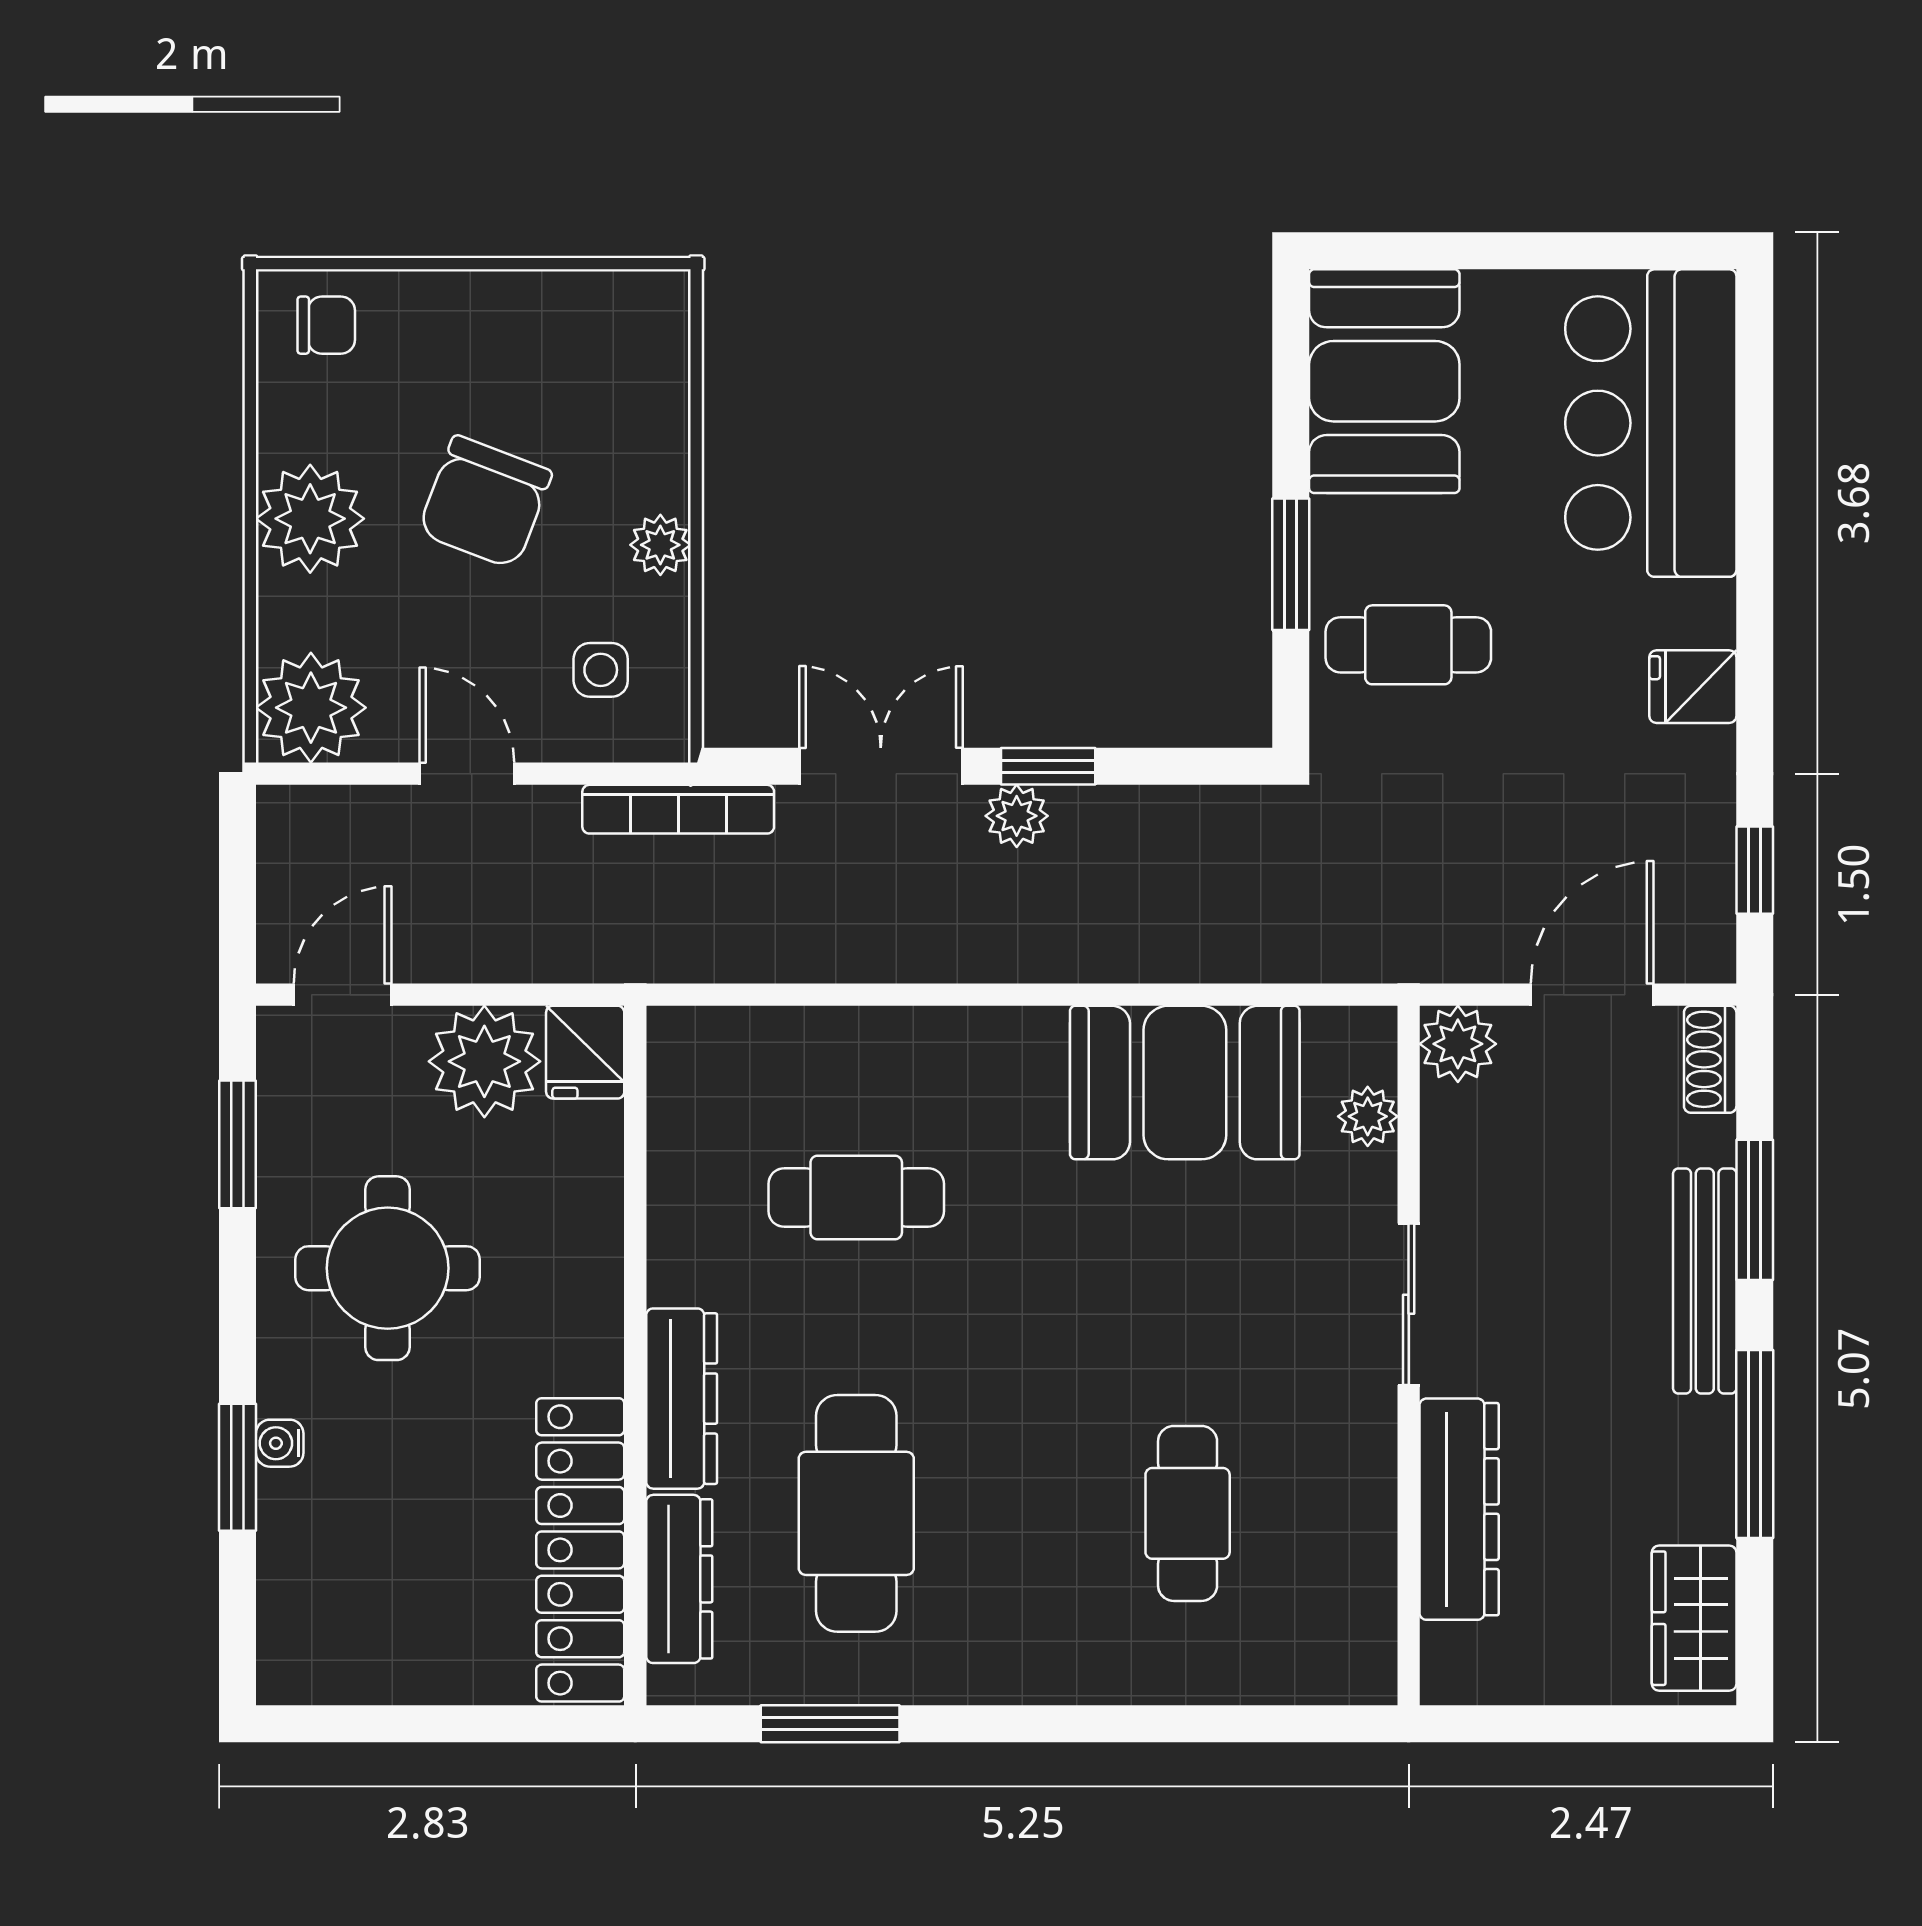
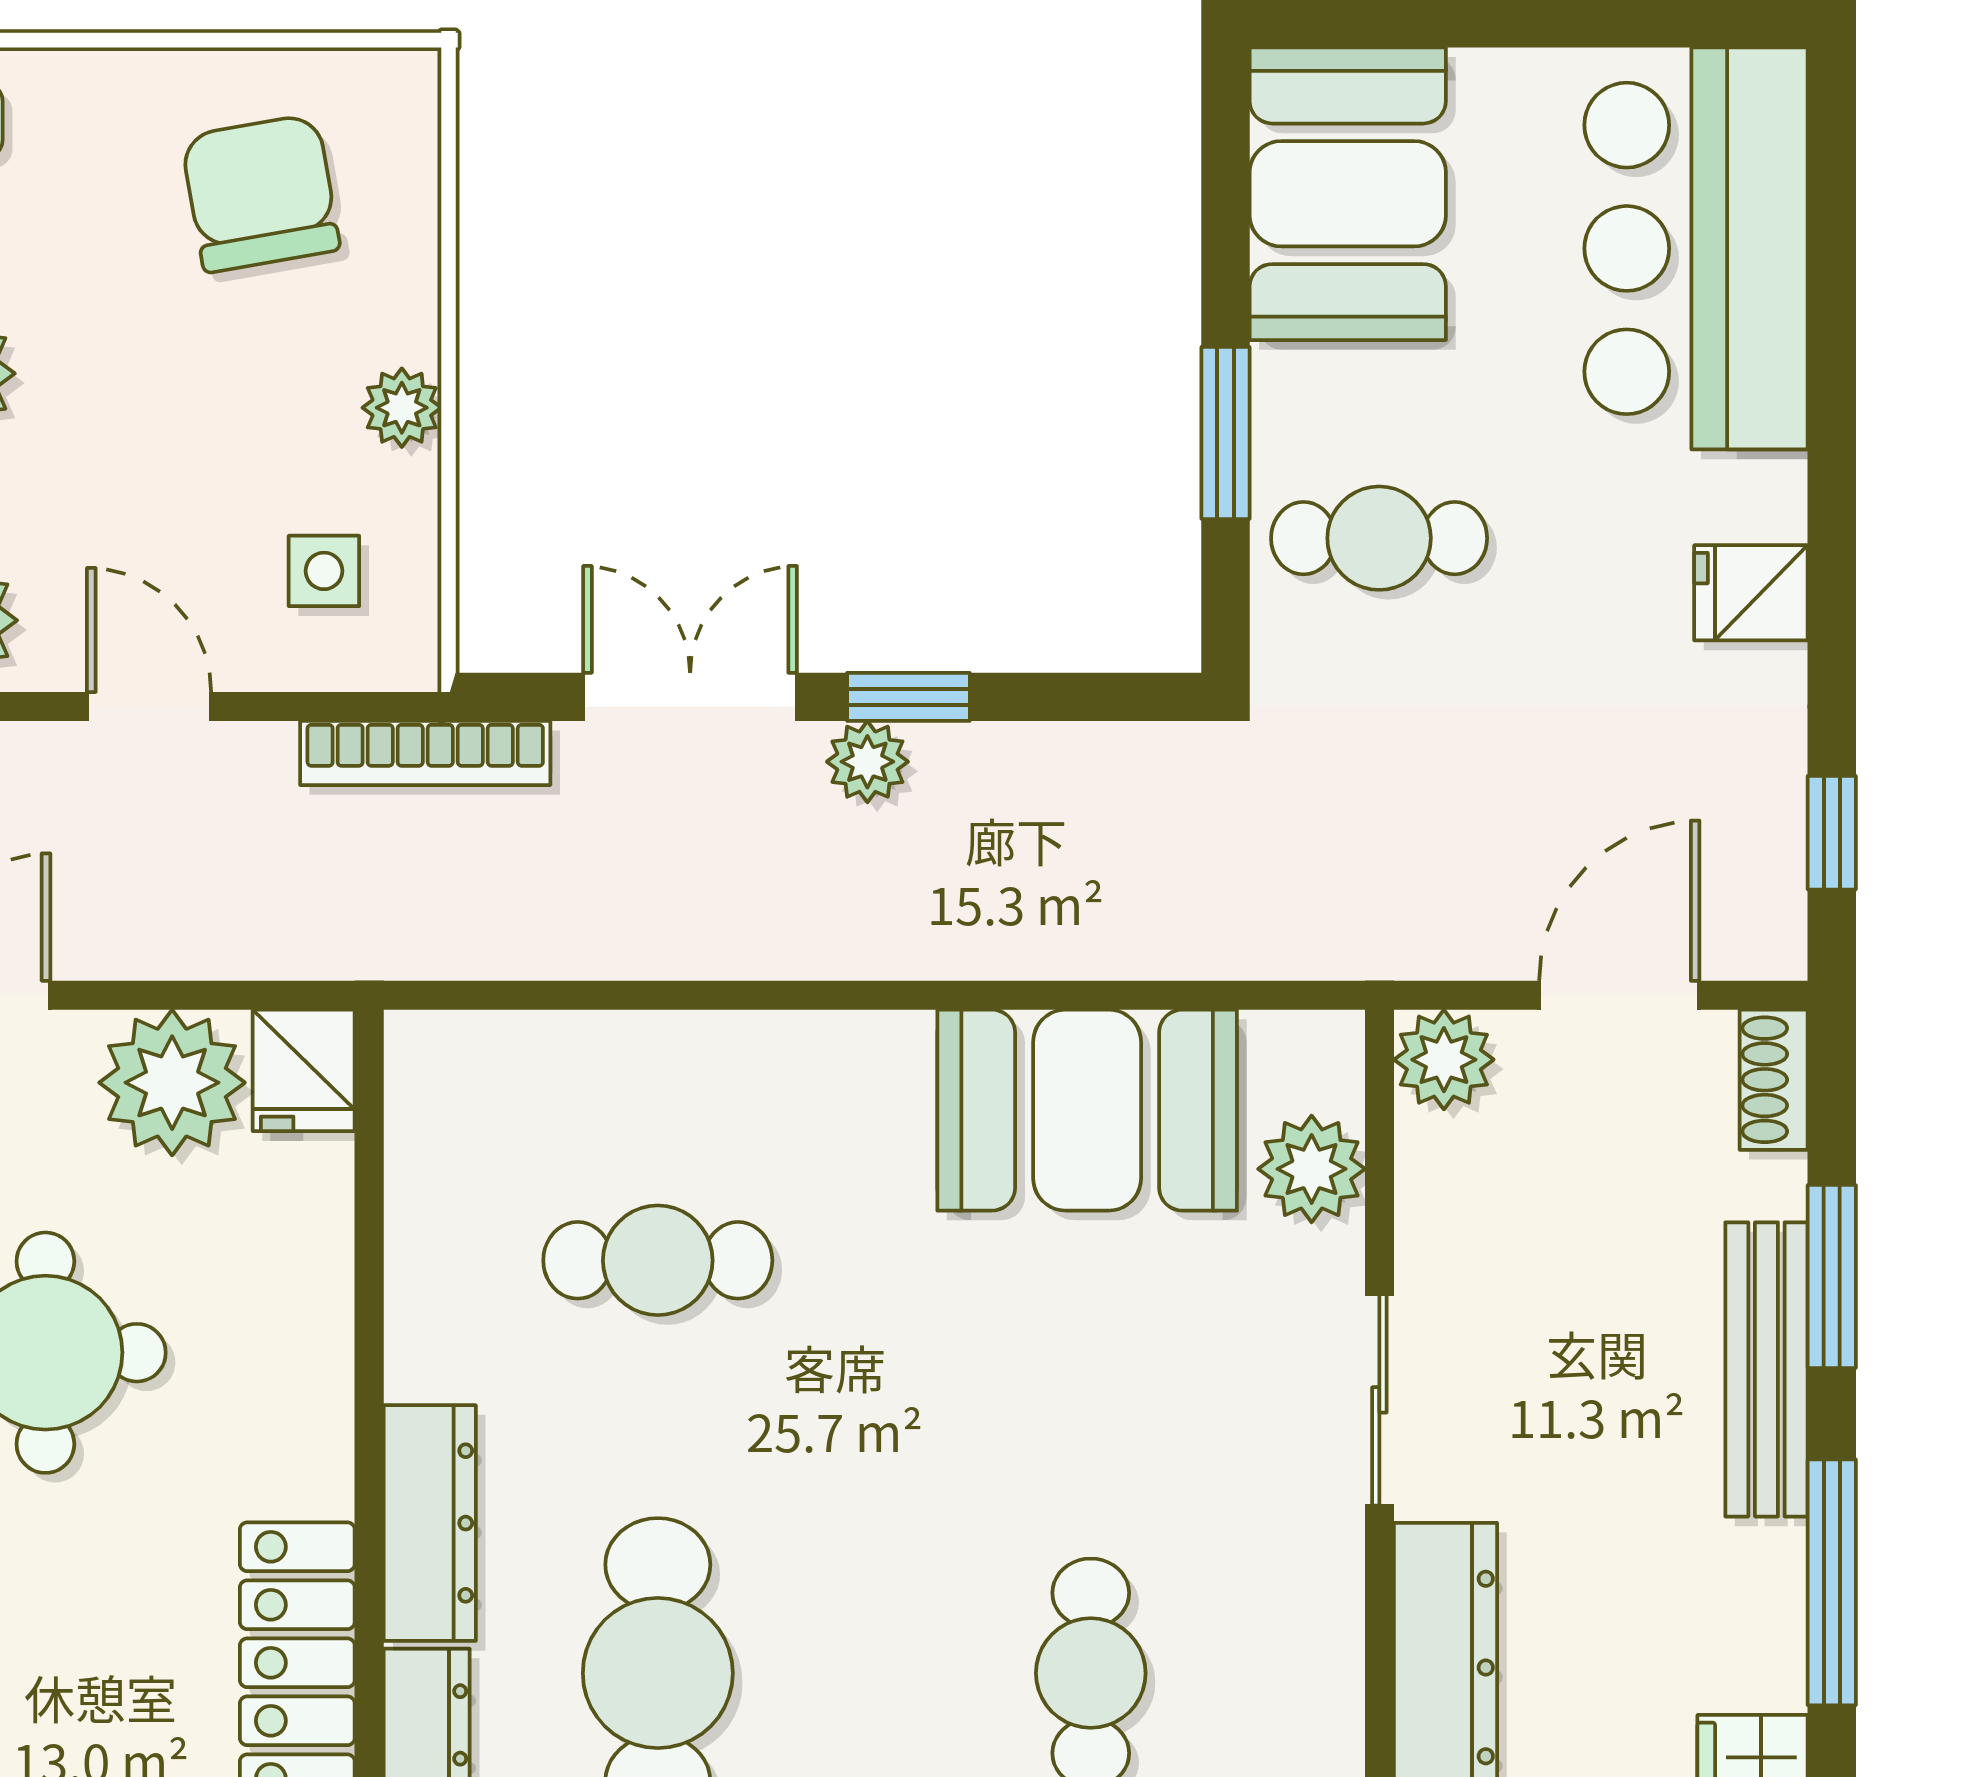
chair: (485, 502) -> (261, 193), moved, turned 149
plant: (1368, 1116) -> (1312, 1169), width x1.38, depth x1.38

